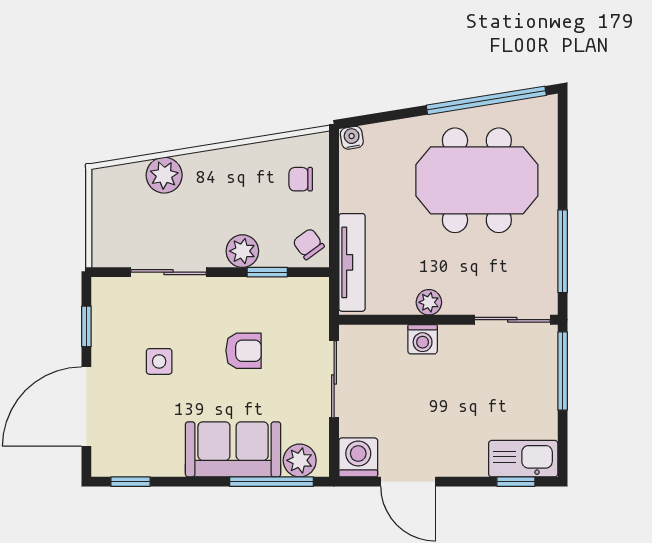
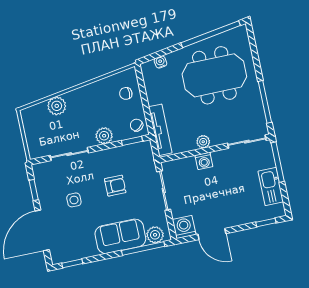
water cooler: (352, 138) -> (160, 62), moved
window: (267, 272) -> (132, 141), moved
kitchen sink: (523, 459) -> (271, 187), moved, turned -90

